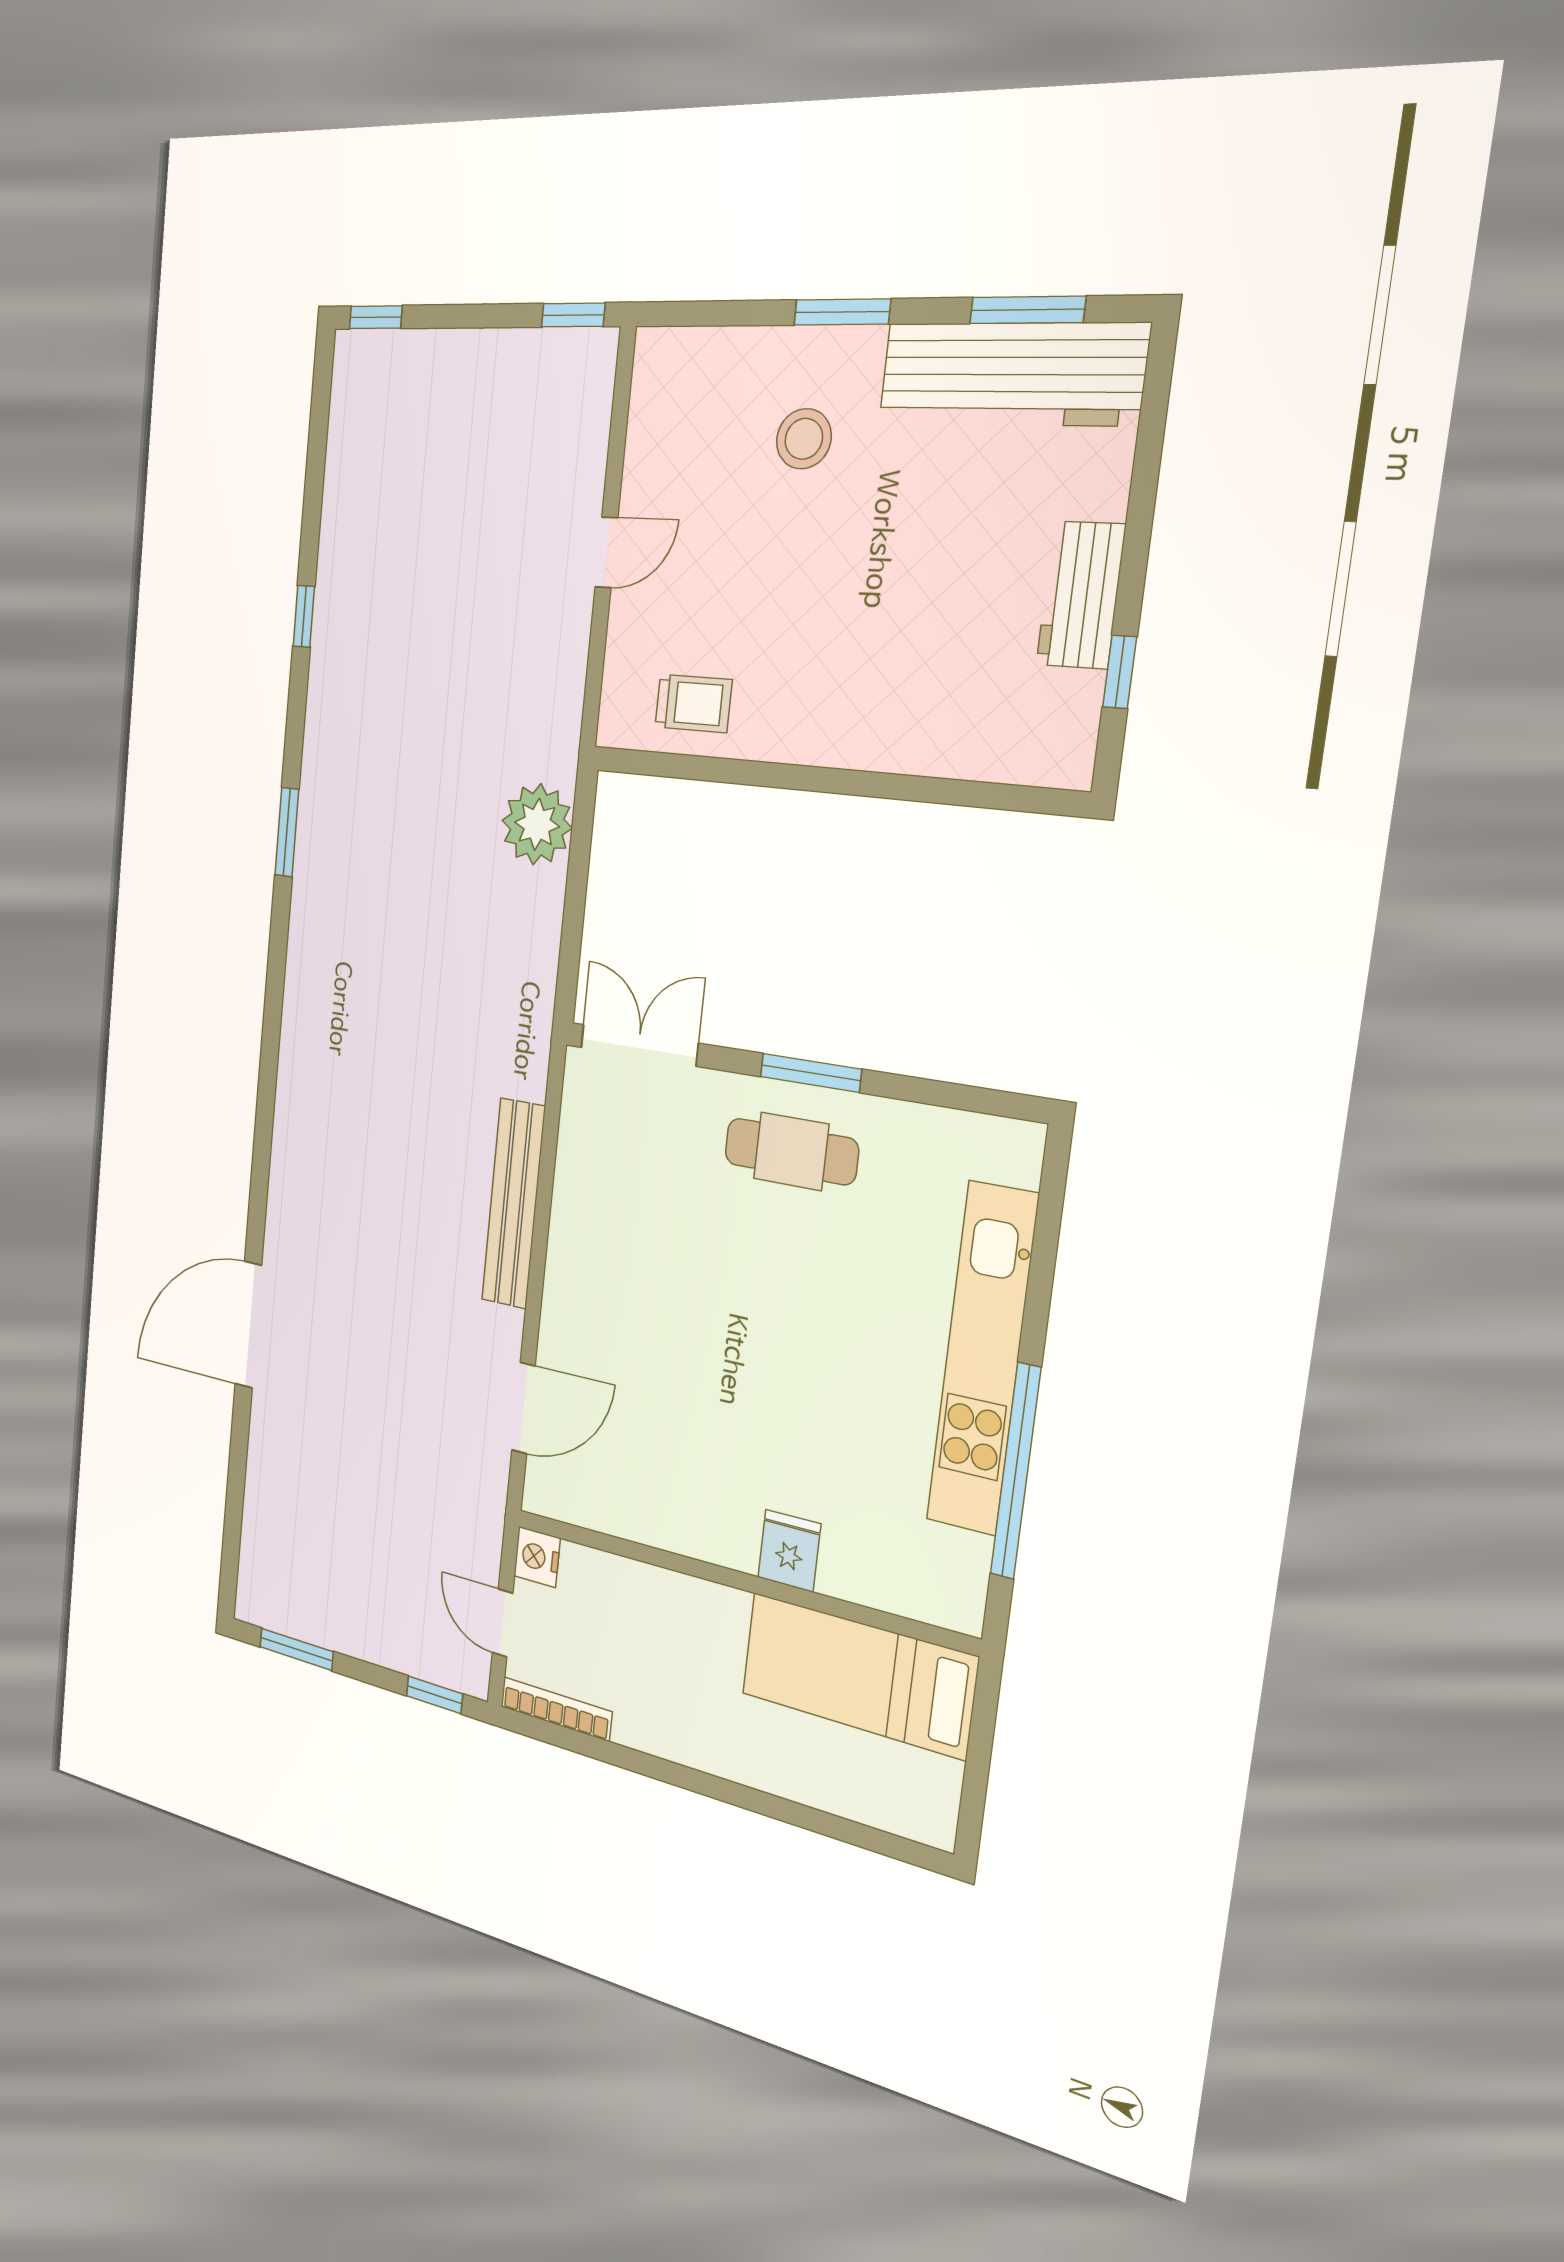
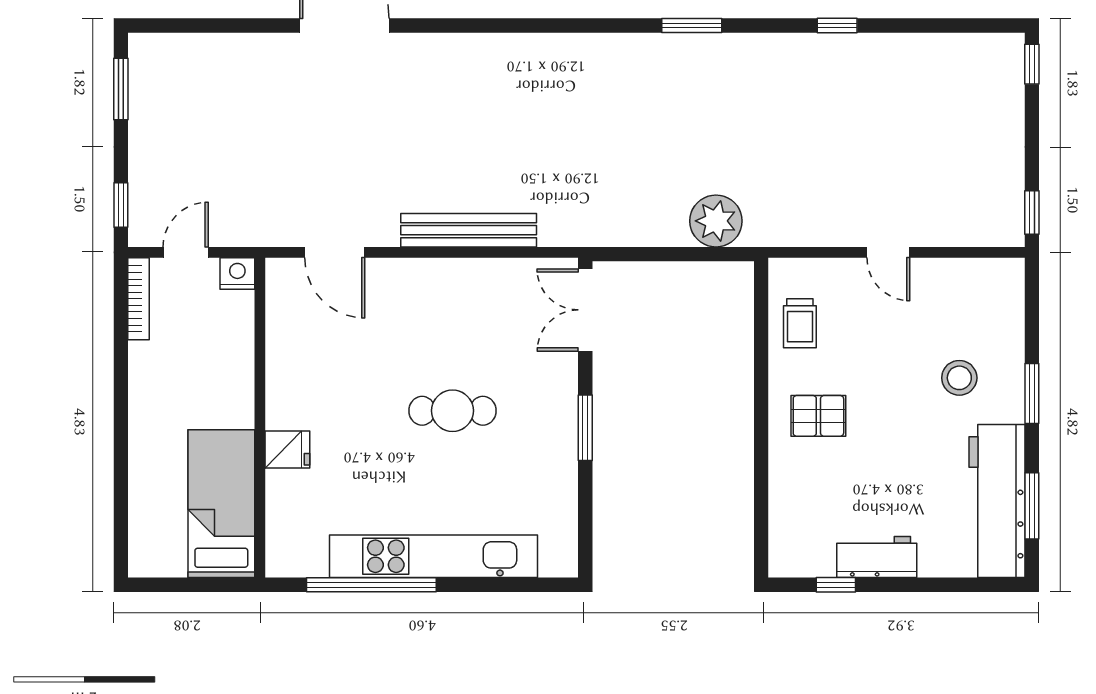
pallet: (836, 683) -> (818, 416), added
double door: (639, 1045) -> (585, 310), swing flipped
cafe table: (791, 1151) -> (452, 411), moved, turned 90

